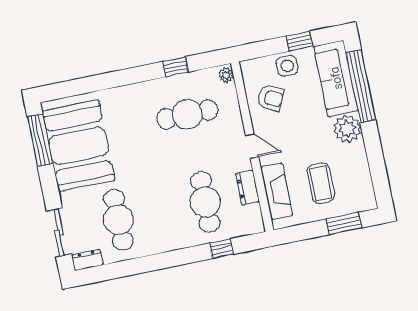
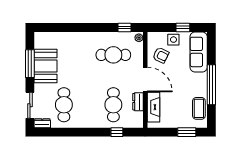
window: (176, 67) -> (125, 28), moved
window: (361, 86) -> (211, 85), moved
plant: (347, 129) -> (199, 81), removed
window: (40, 140) -> (30, 64), moved
booth: (79, 146) -> (46, 66), width x0.73, depth x0.70
door: (252, 146) -> (145, 79), width x1.88
coffee table: (321, 183) -> (199, 108), moved

